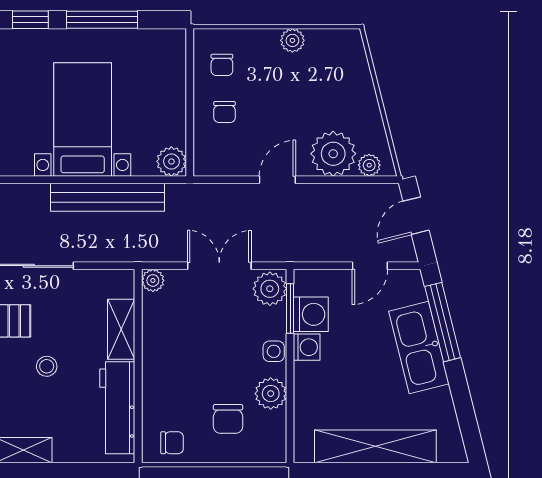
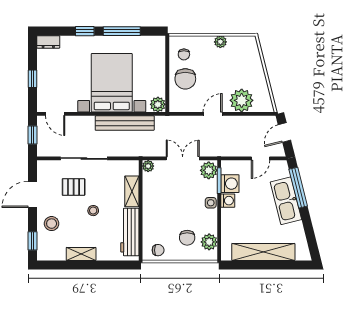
chair: (225, 112) -> (185, 79), width x1.87, depth x1.87
bed with nightstands: (83, 120) -> (112, 83), width x1.36
plant: (369, 165) -> (260, 106), removed
plant: (271, 394) -> (209, 242), moved

